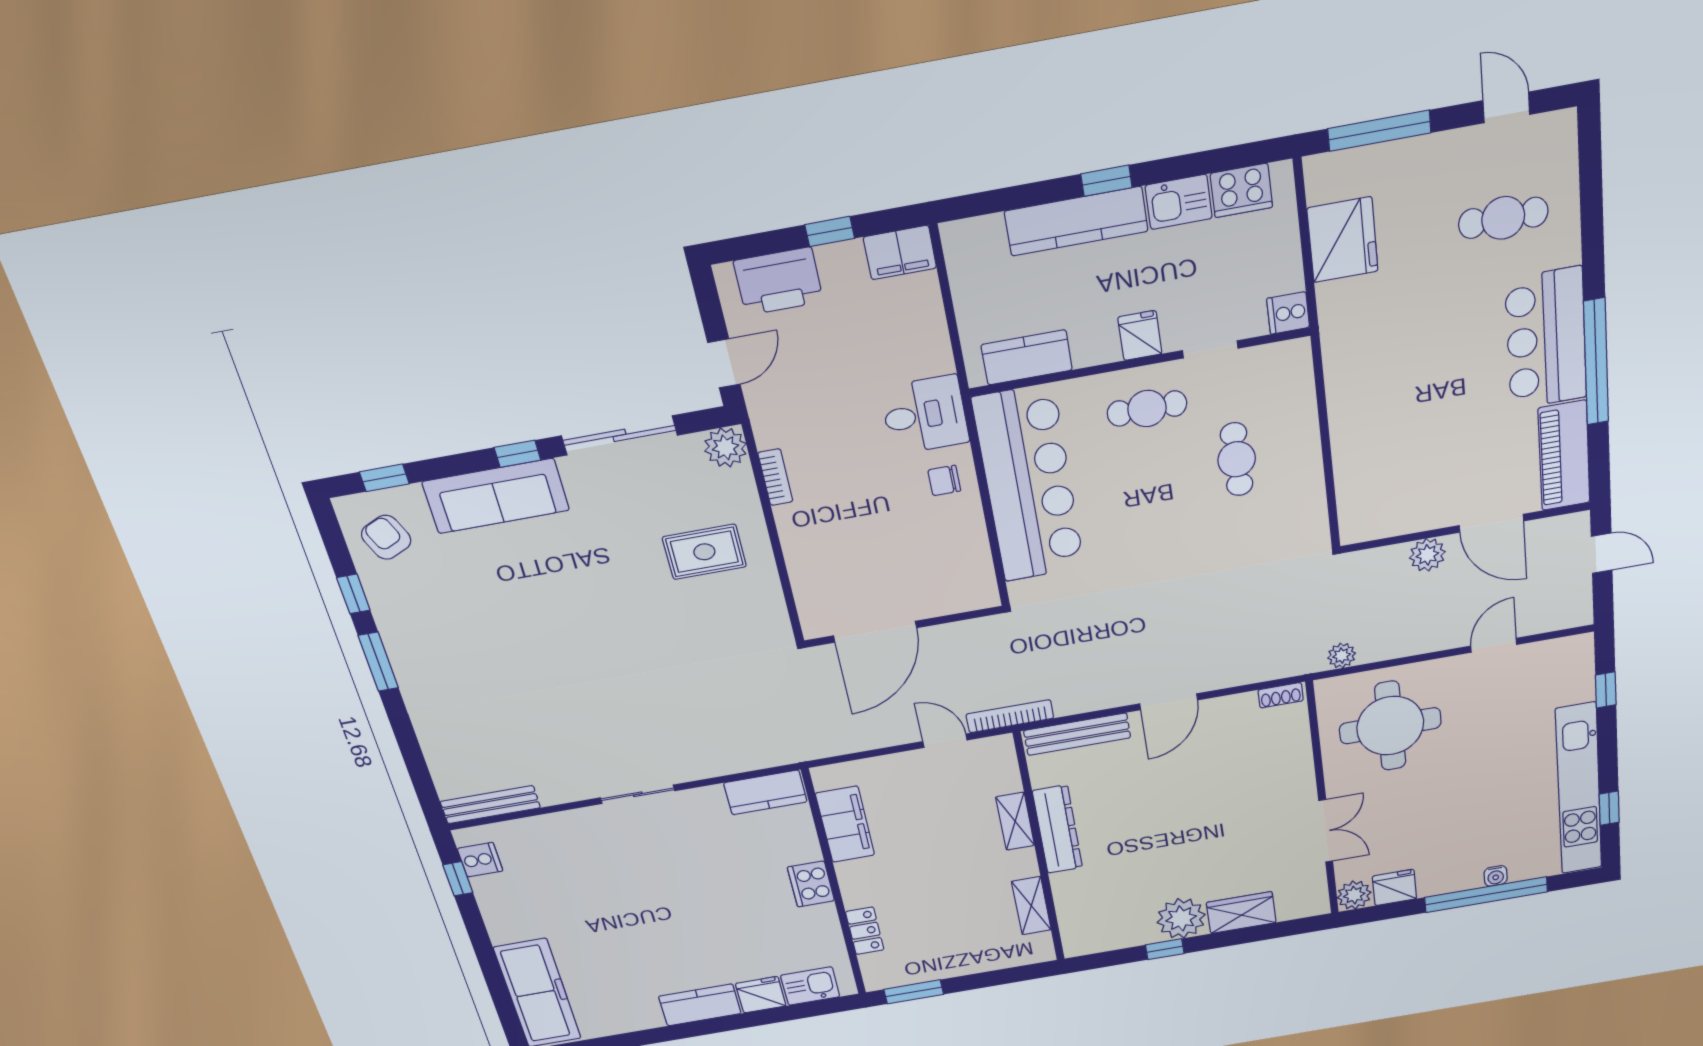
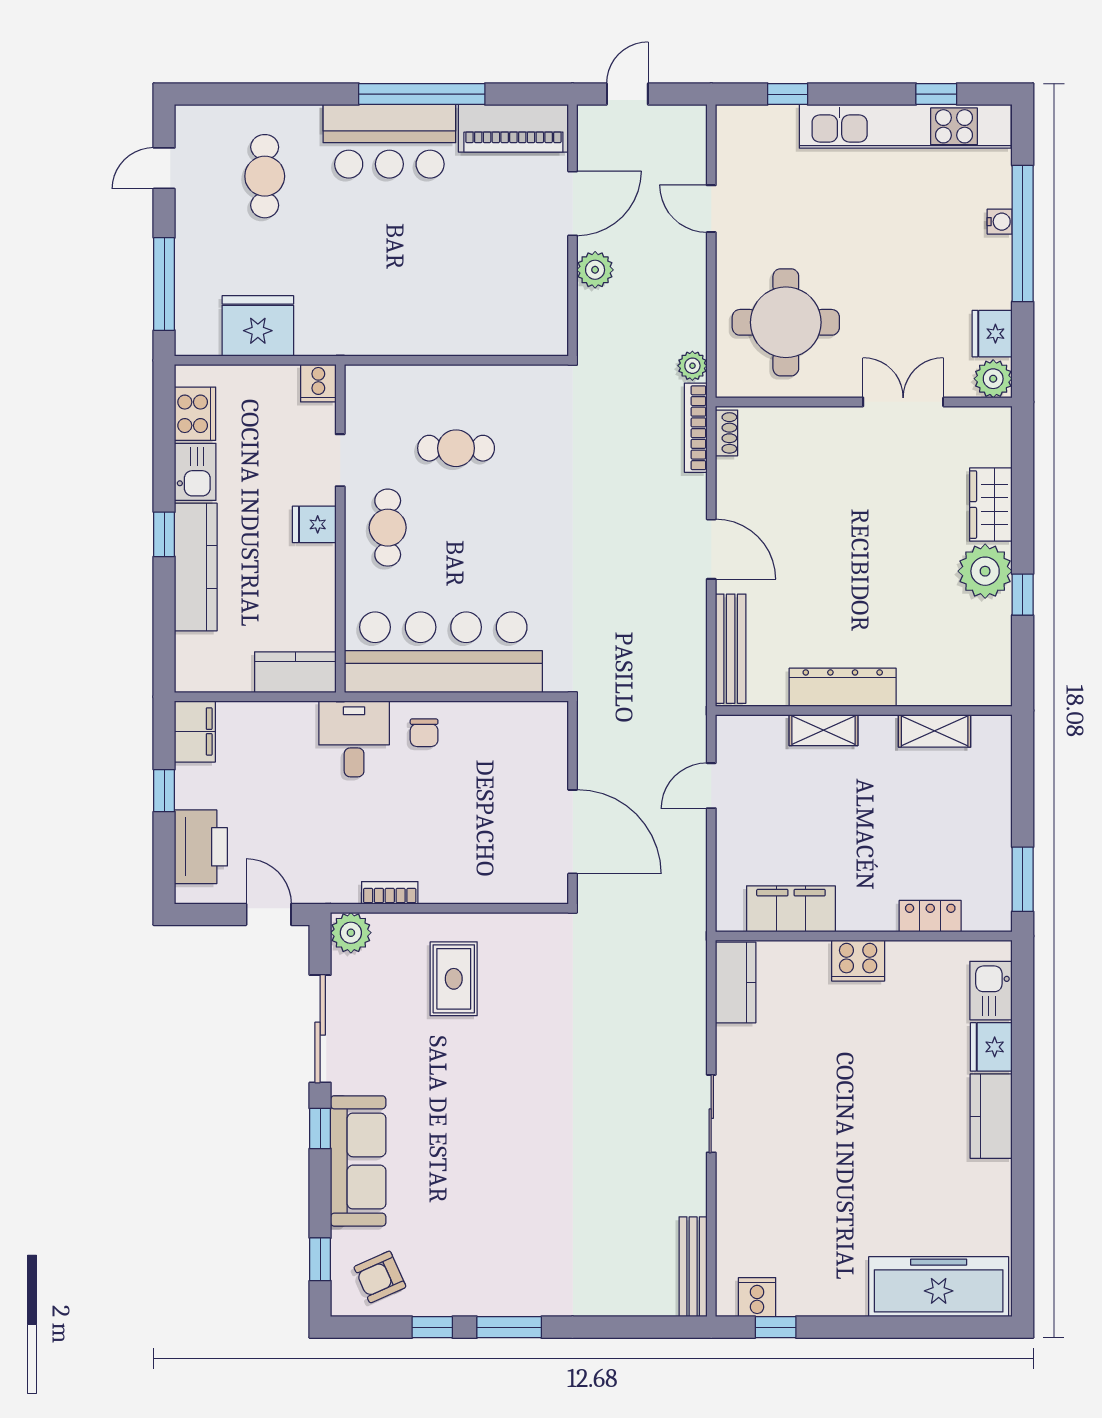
kitchen counter: (1027, 357) -> (295, 672), moved, turned 90
bookcase: (1010, 716) -> (696, 428), moved

